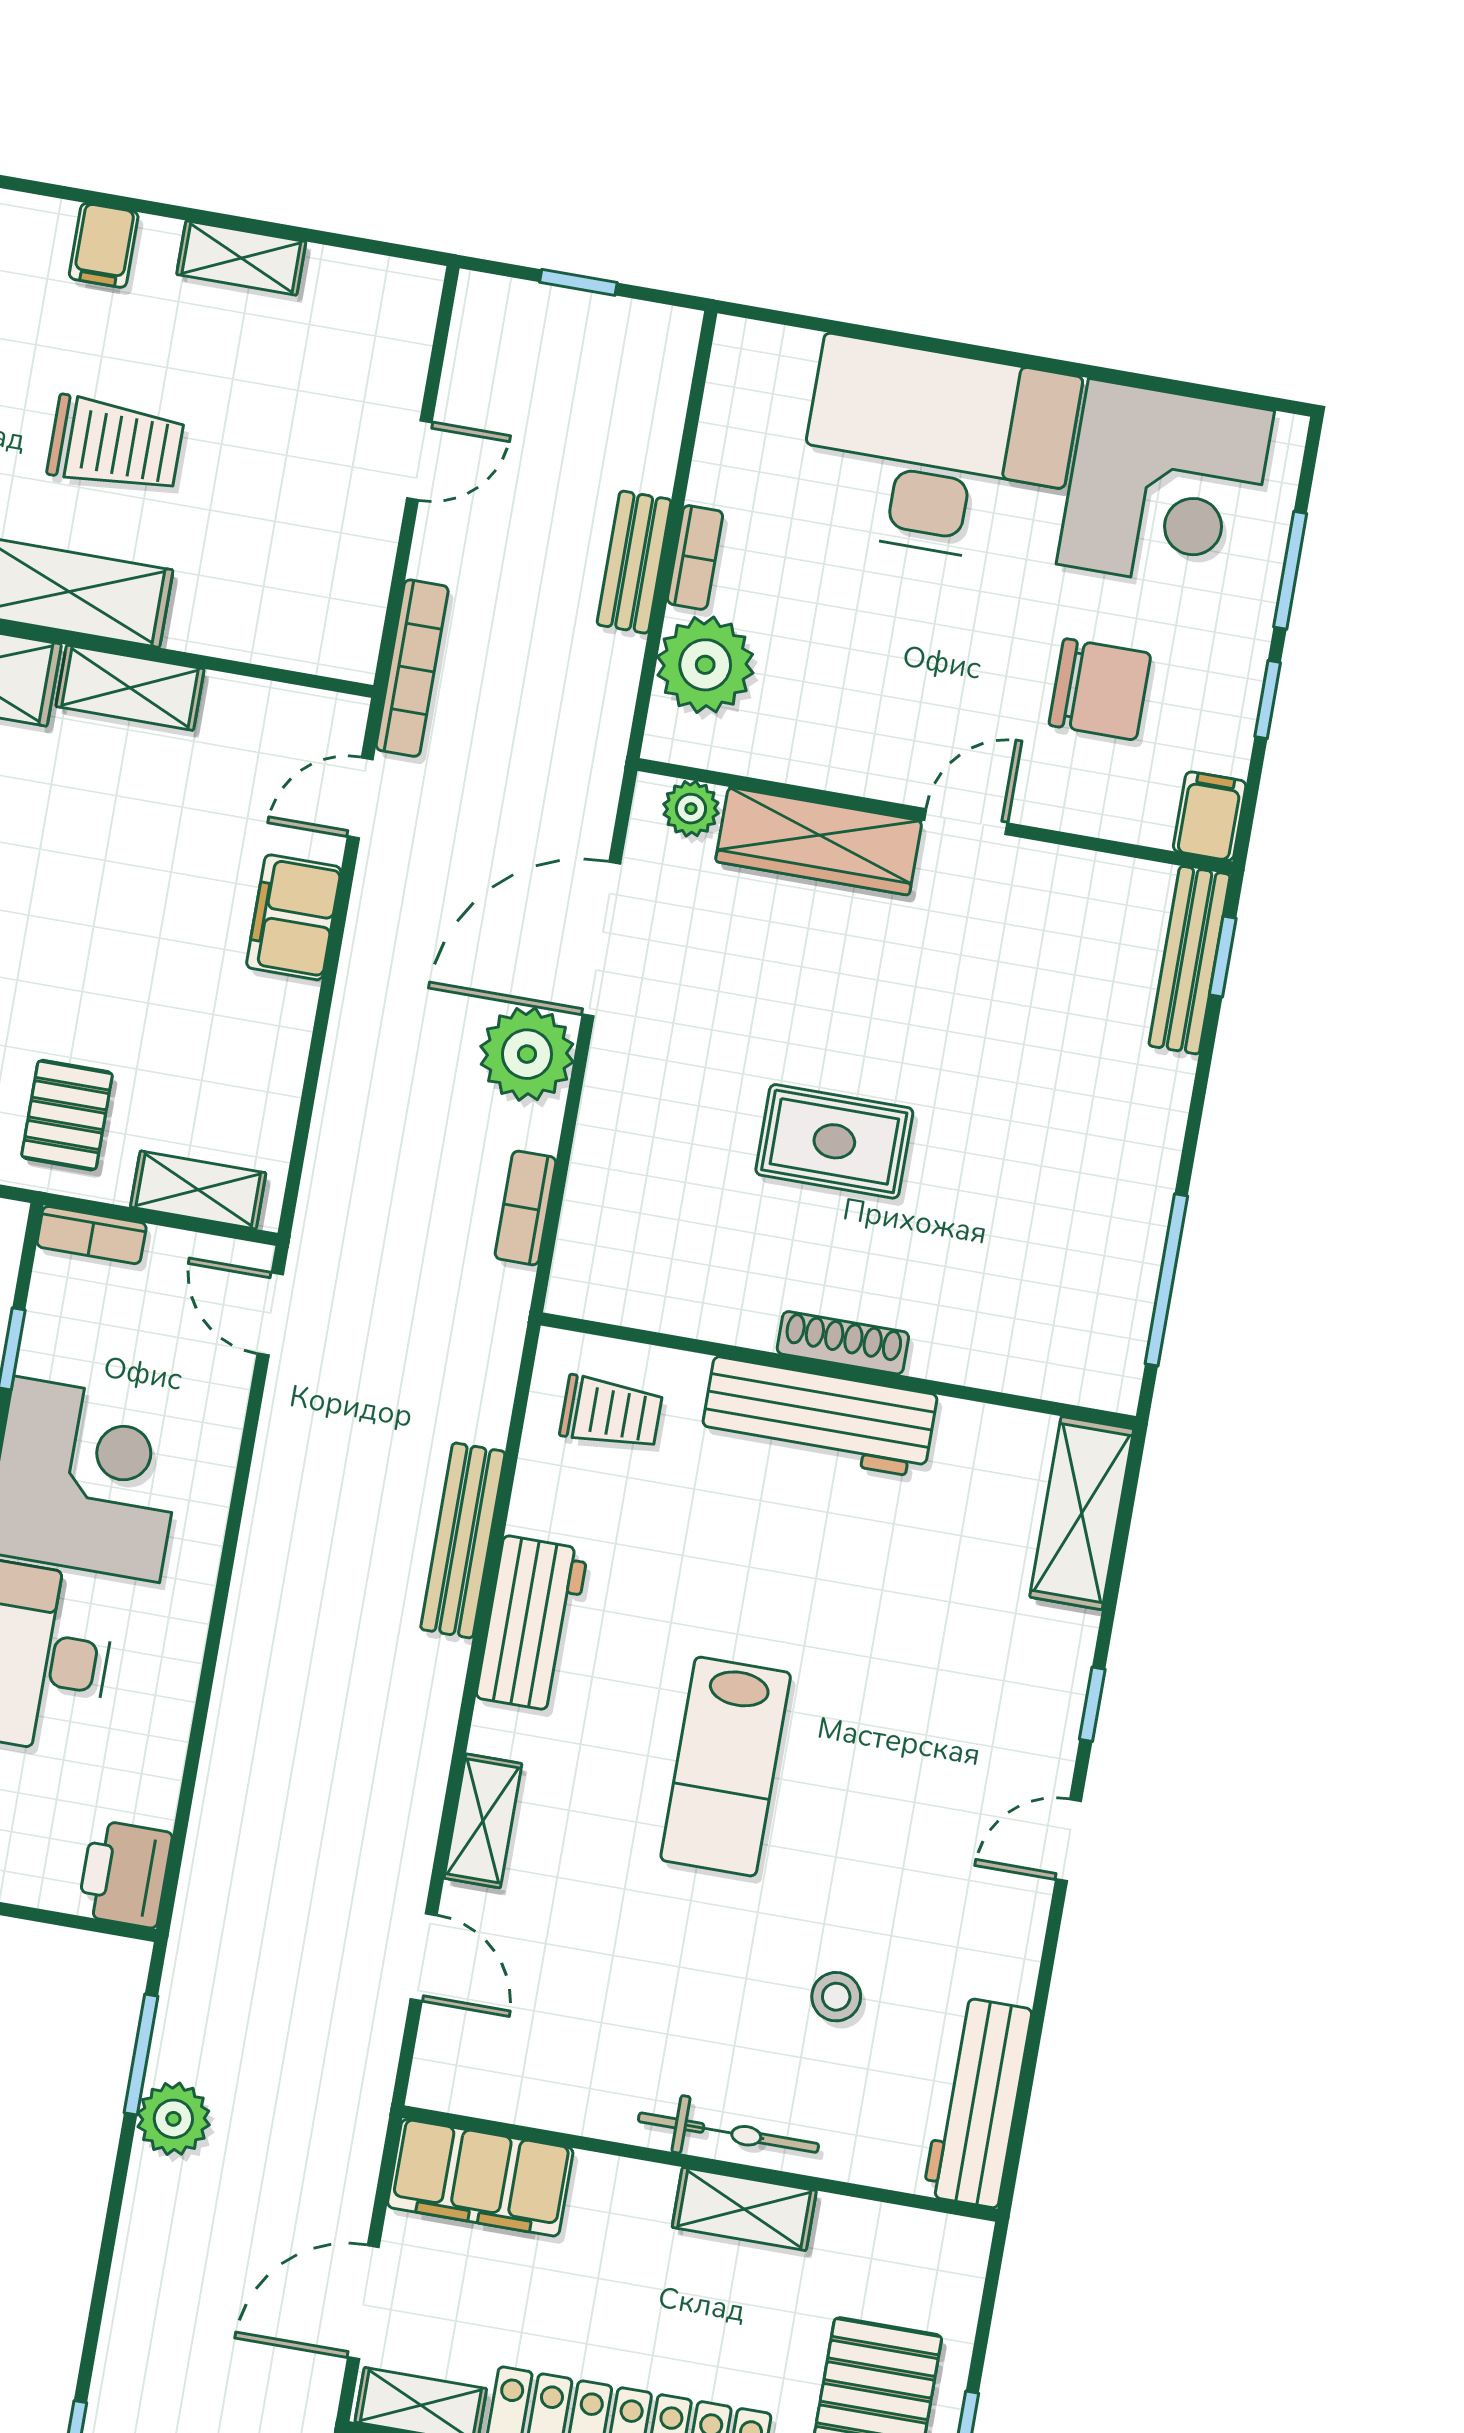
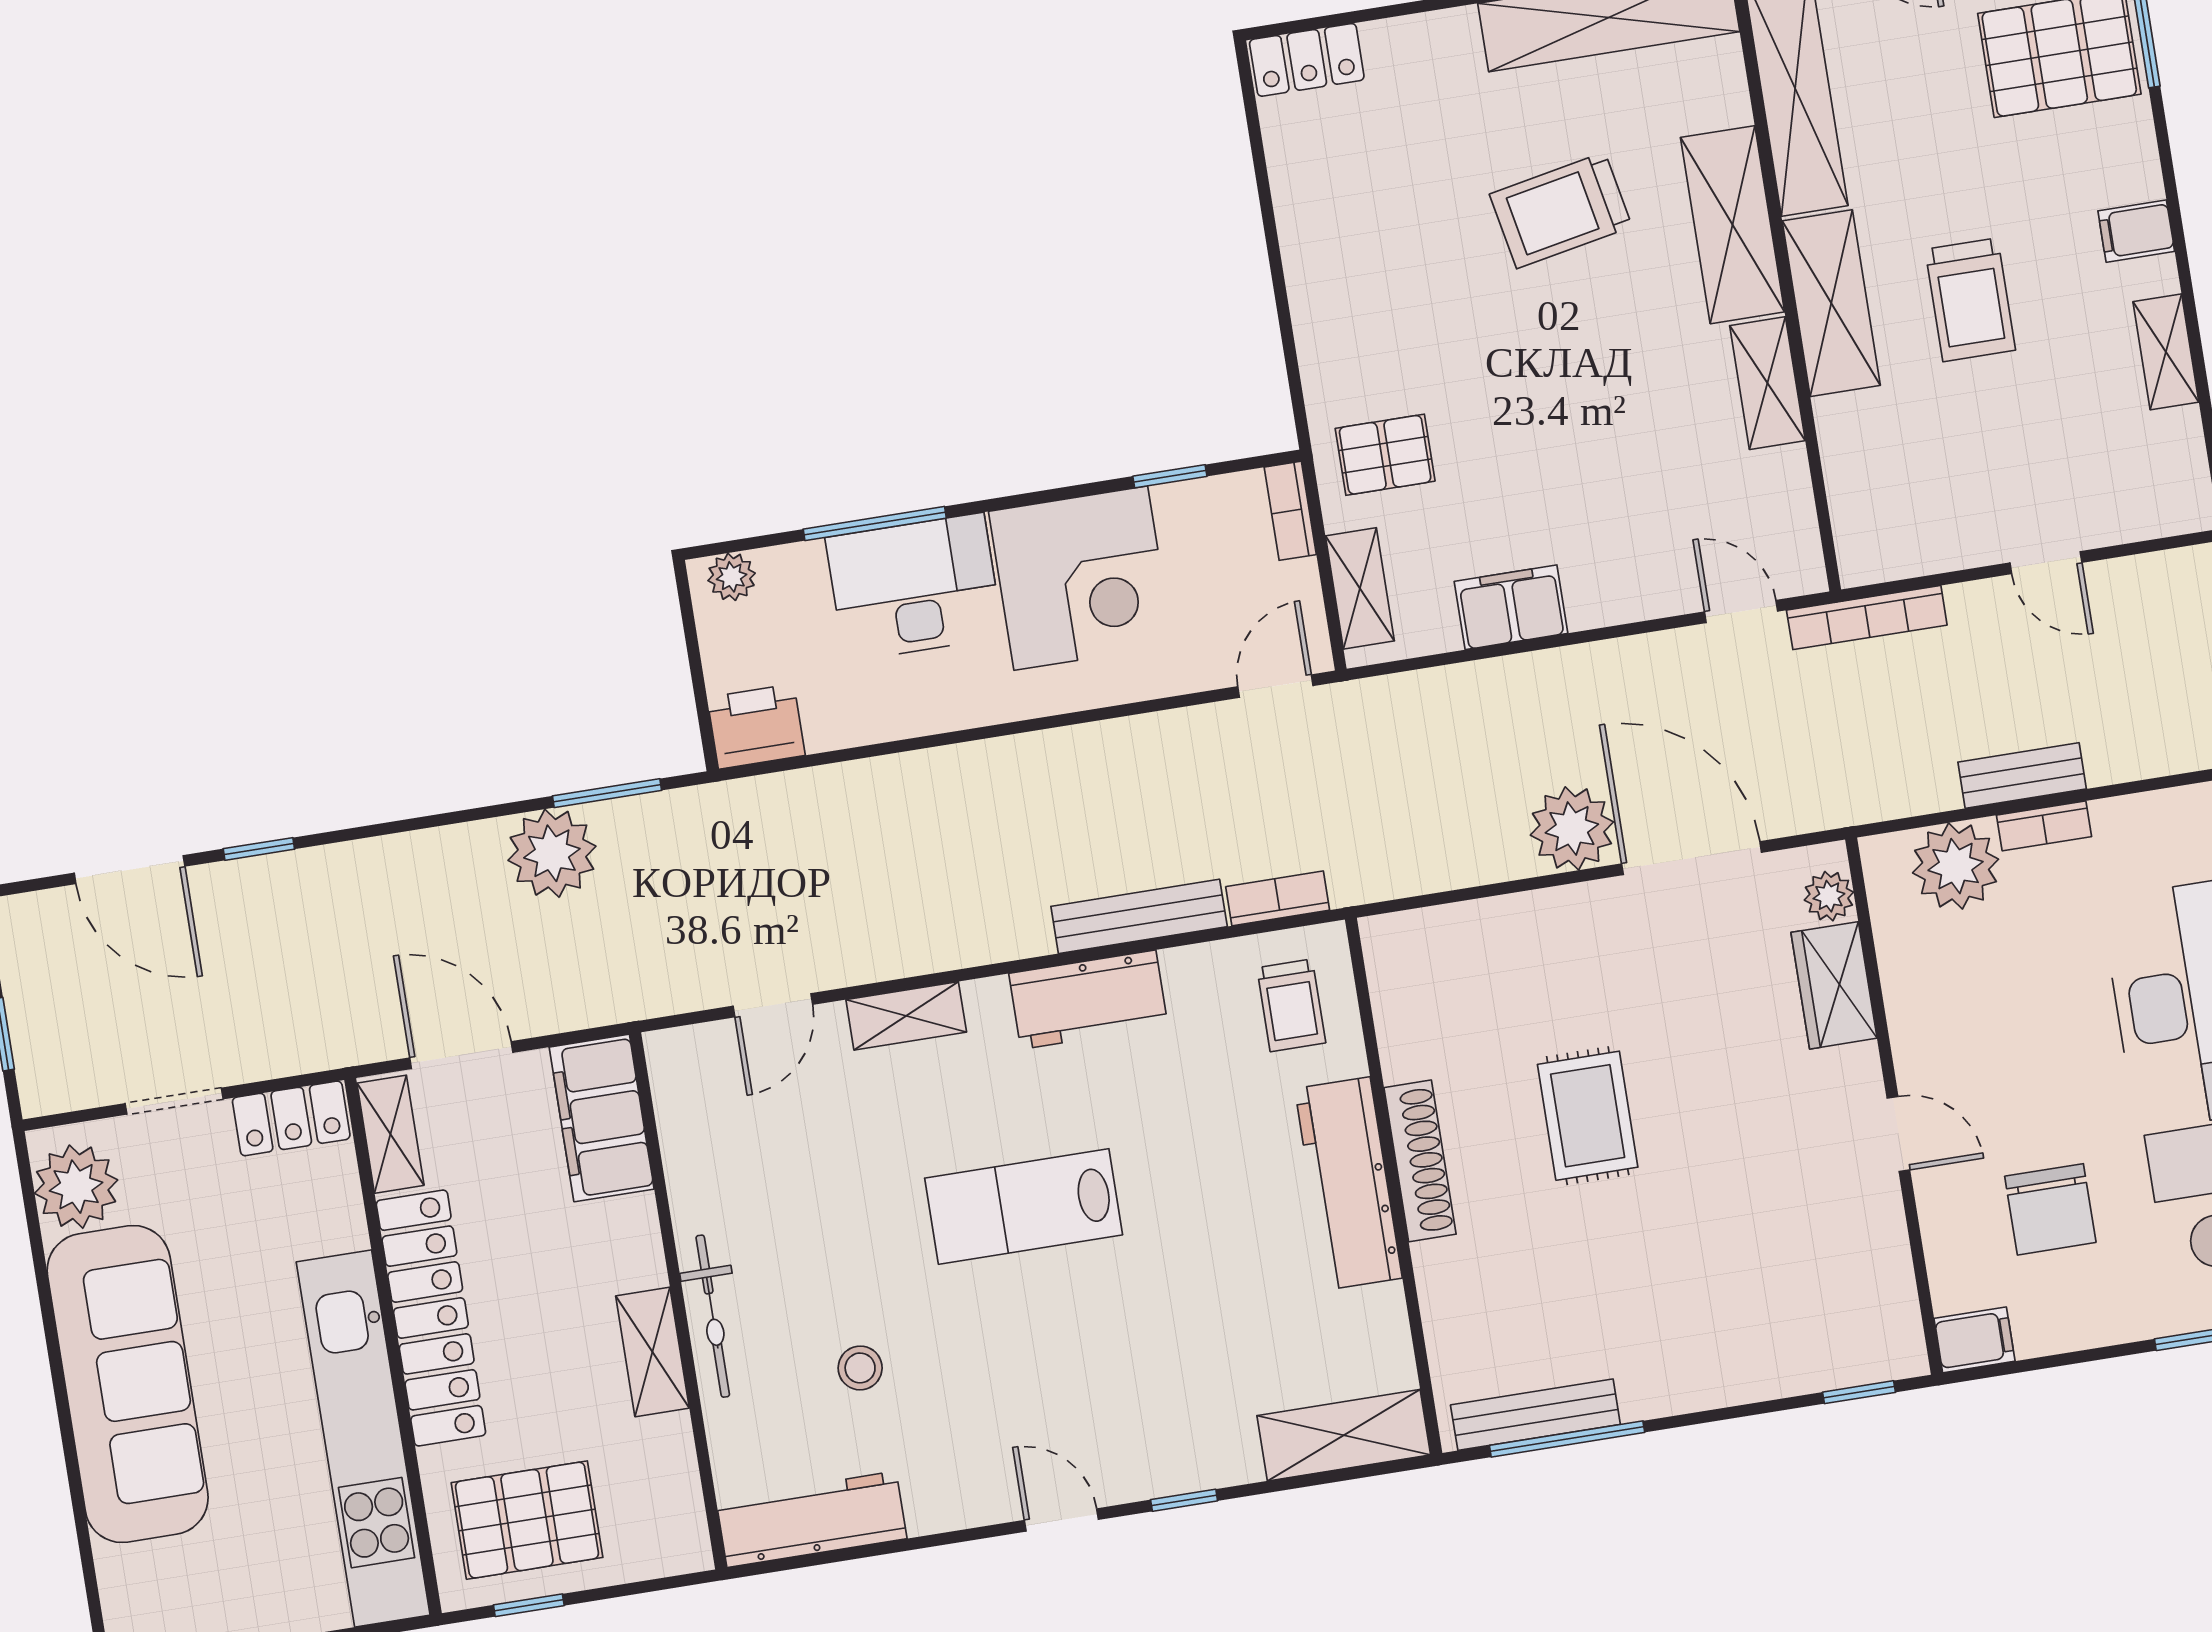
window: (1268, 699) -> (2091, 1355), removed
wardrobe: (819, 841) -> (1834, 985), width x0.67
filing cabinet: (294, 917) -> (1511, 607), moved
bench: (1189, 960) -> (1535, 1415), moved
bookcase: (525, 1208) -> (1278, 898), moved
shoe rack: (843, 1343) -> (1420, 1161), width x1.36, depth x1.24
plant: (173, 2119) -> (552, 853), width x1.36, depth x1.36

